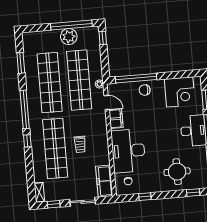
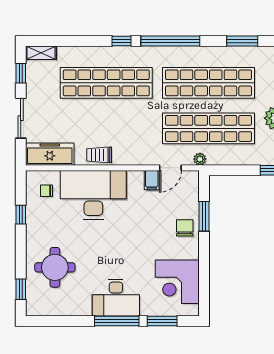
window: (136, 78) -> (204, 216), width x0.47
filing cabinet: (116, 119) -> (152, 180), width x0.50
trolley: (80, 144) -> (99, 155), moved

